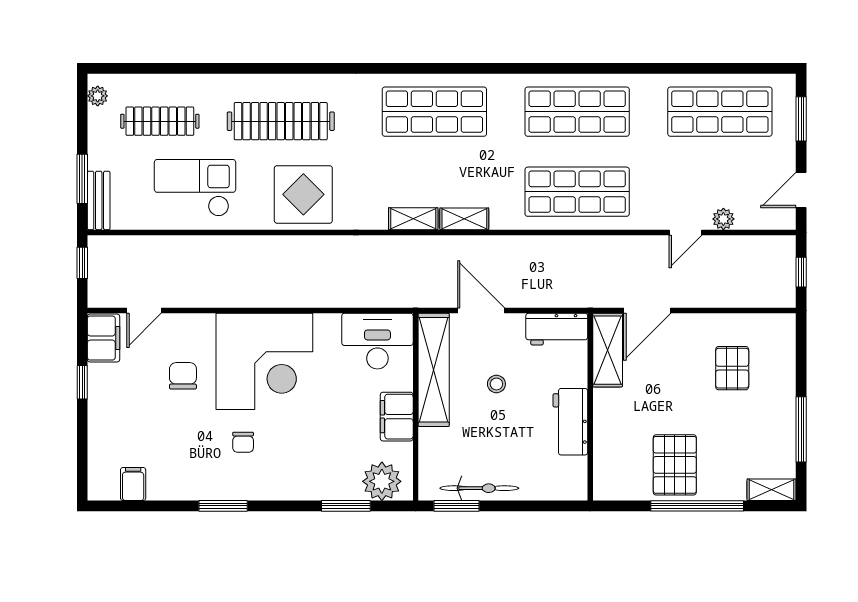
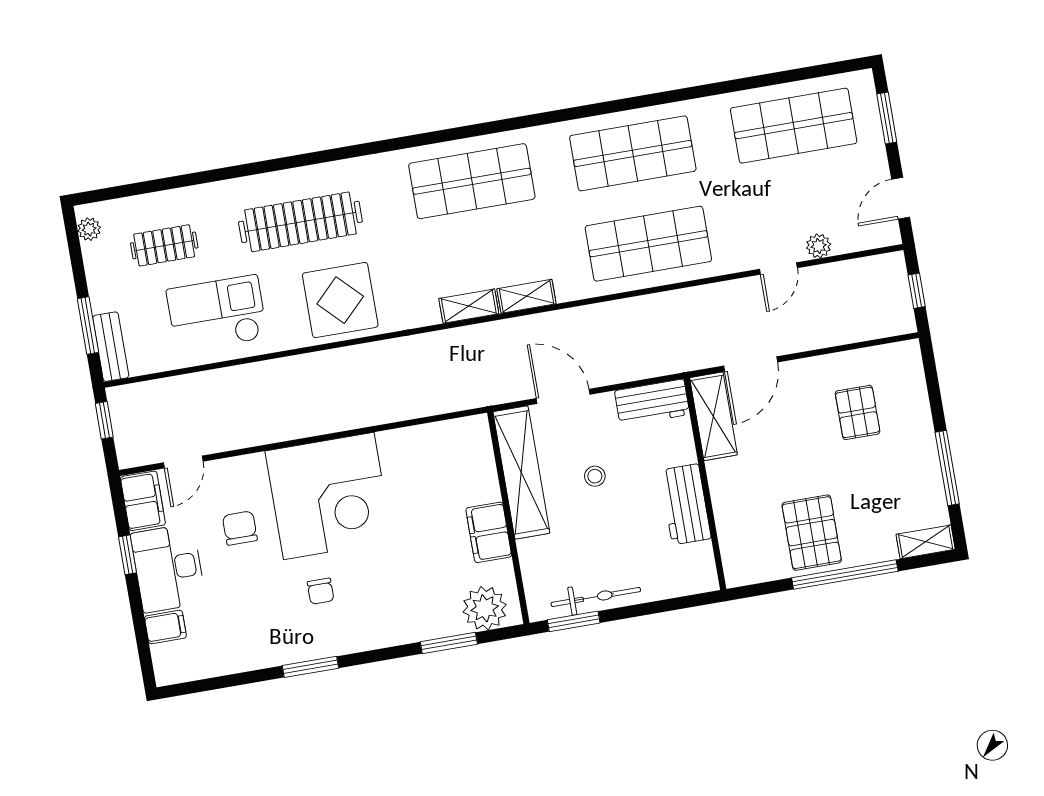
clothes rail: (160, 121) -> (164, 245), width x0.73
desk: (377, 341) -> (168, 568), moved, turned -90
filing cabinet: (133, 484) -> (165, 627), moved, turned 90

